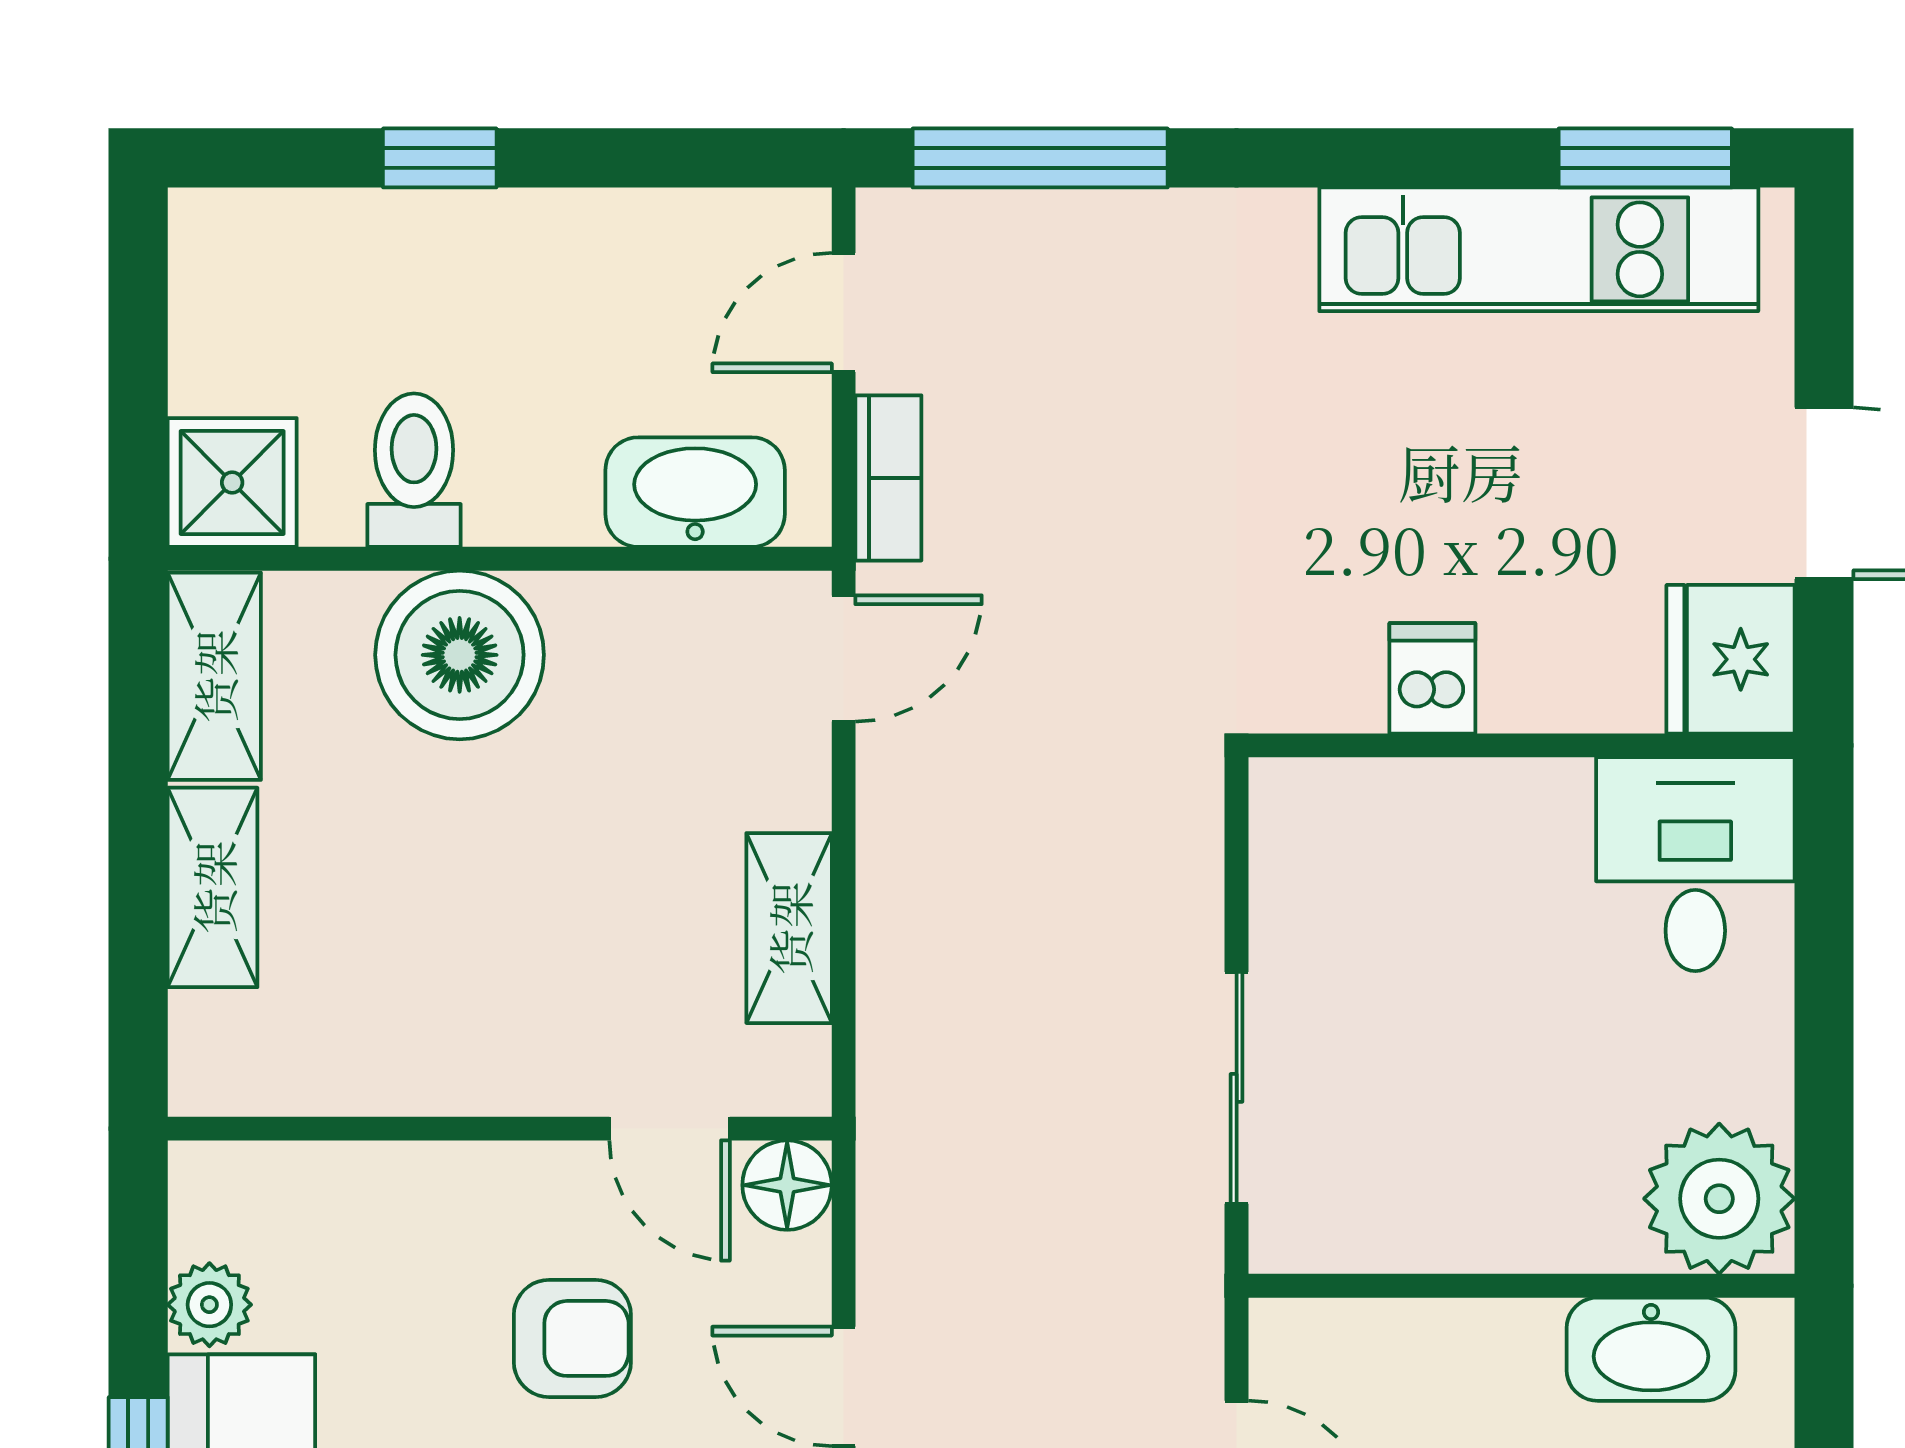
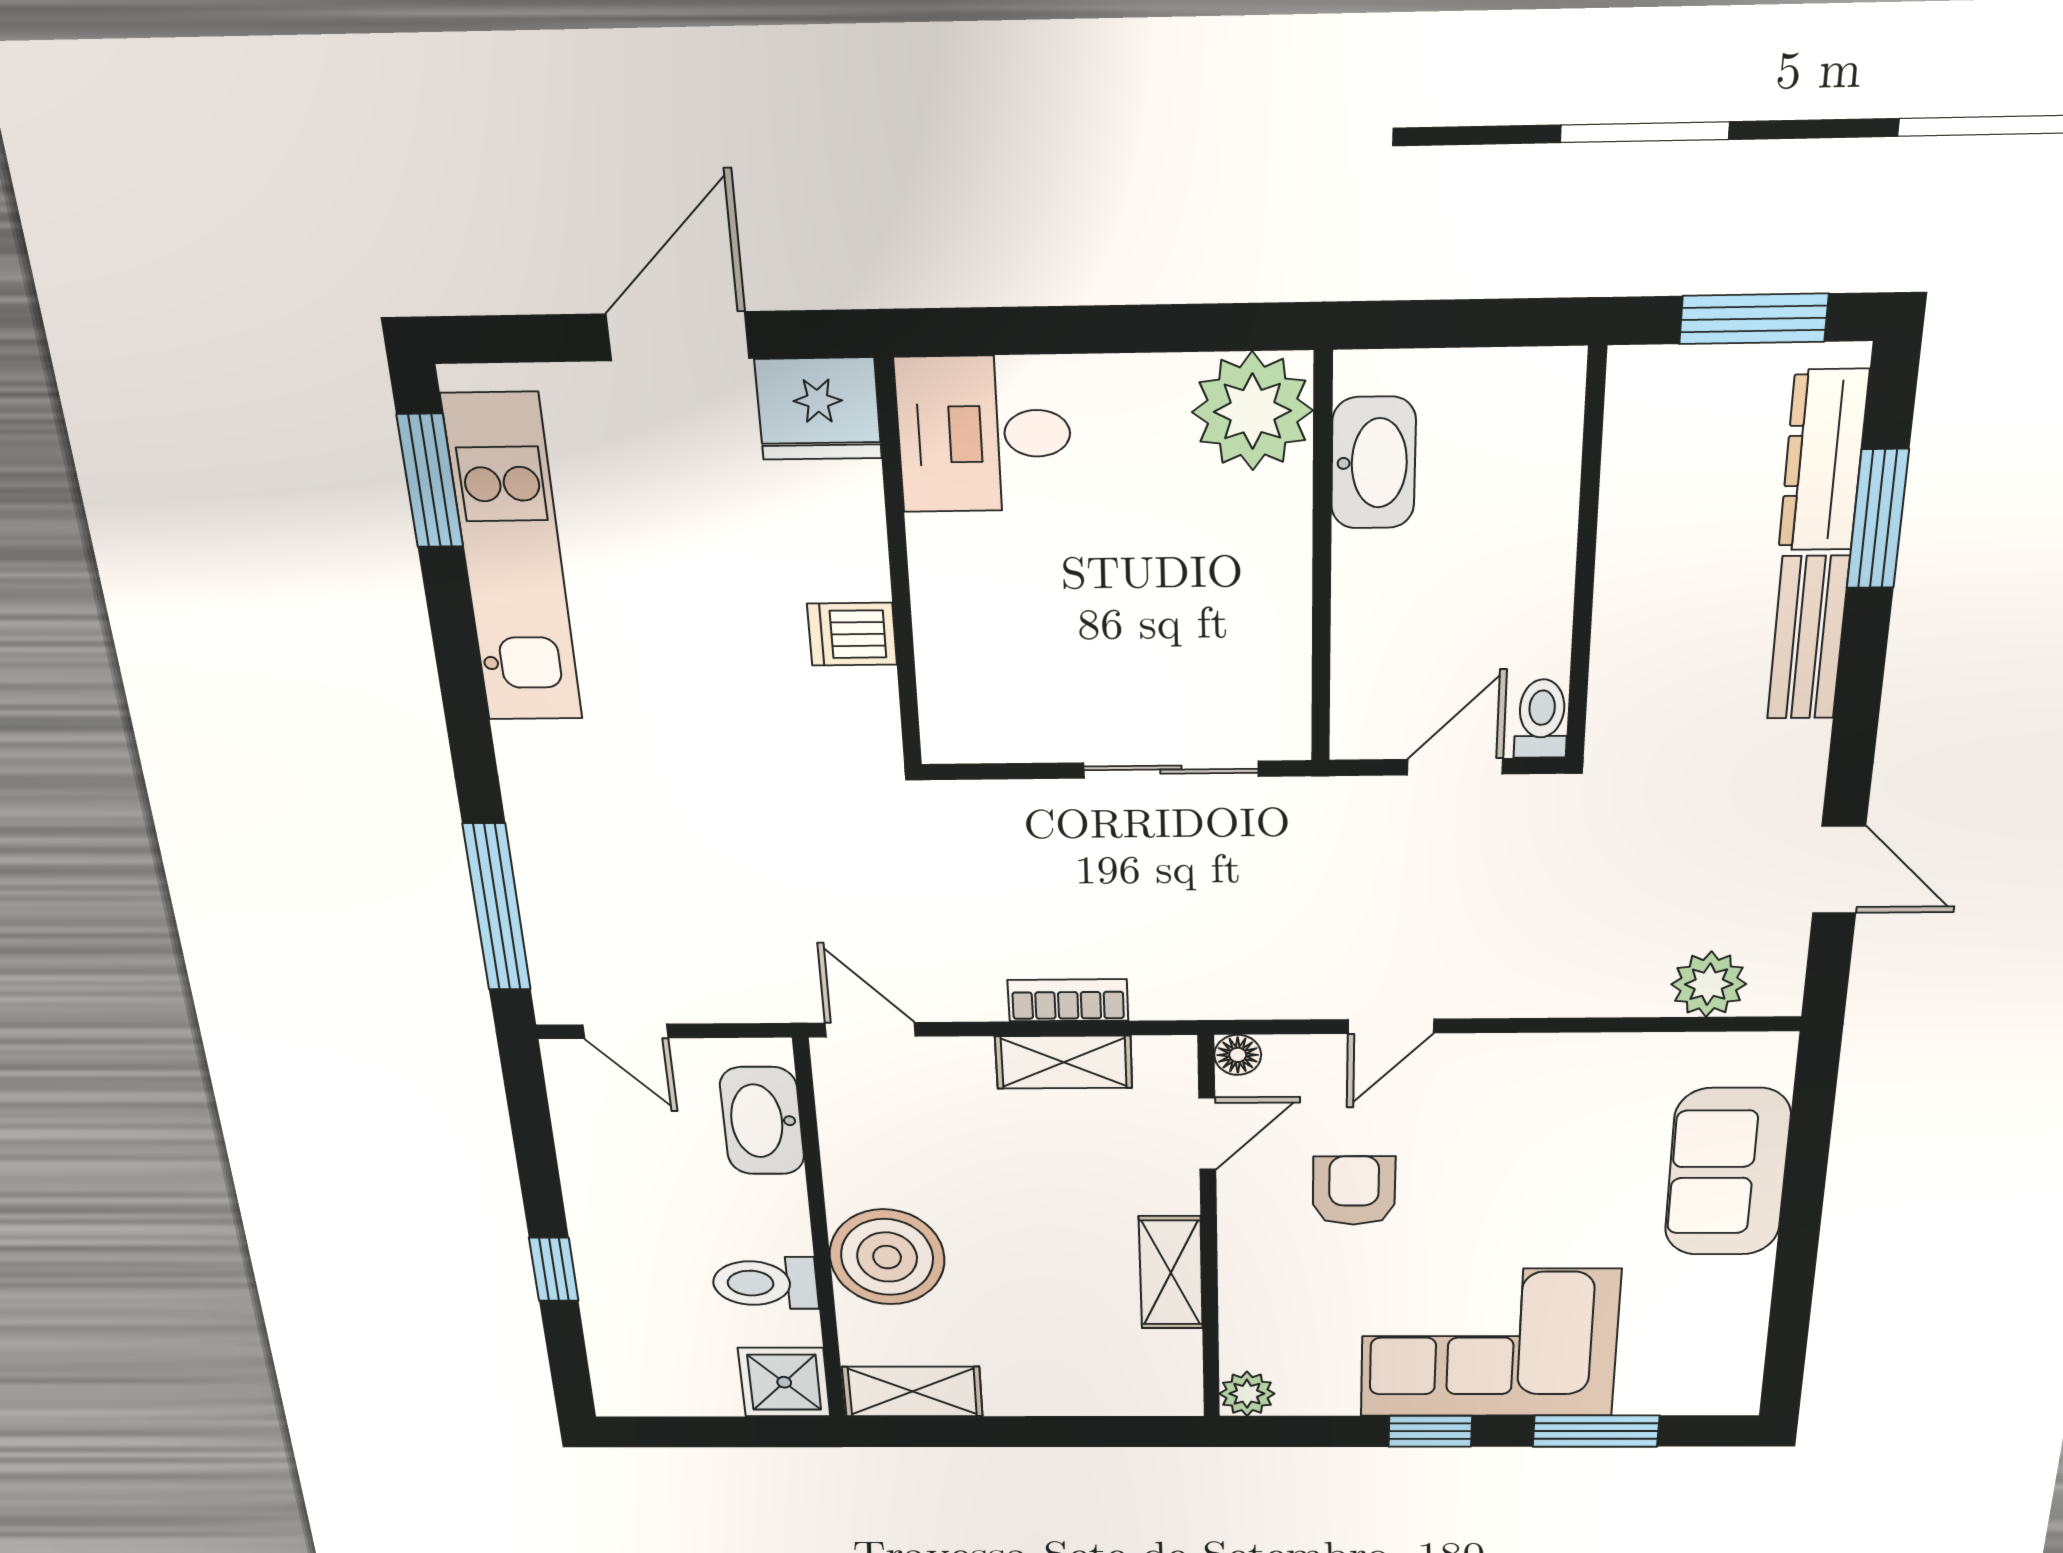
bookcase: (888, 478) -> (1068, 1000), moved
shelving: (213, 887) -> (1171, 1273), moved, turned 90
floor lamp: (787, 1185) -> (1238, 1055), width x0.73, depth x0.73
plant: (209, 1305) -> (1247, 1394), moved

